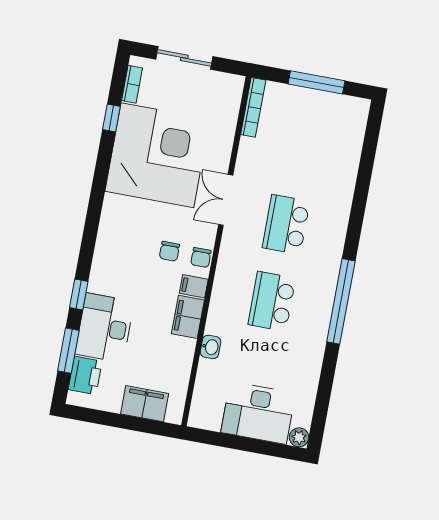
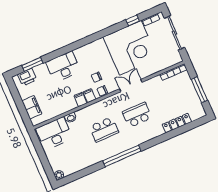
sliding door: (184, 58) -> (174, 33), width x1.37
locker: (349, 163) -> (177, 123), added
window: (79, 295) -> (57, 54), removed
school desk: (272, 301) -> (104, 129), turned 180
filing cabinet: (188, 317) -> (80, 99), width x0.50
desk: (105, 328) -> (63, 67), moved
desk: (258, 413) -> (54, 134), moved, turned 90

